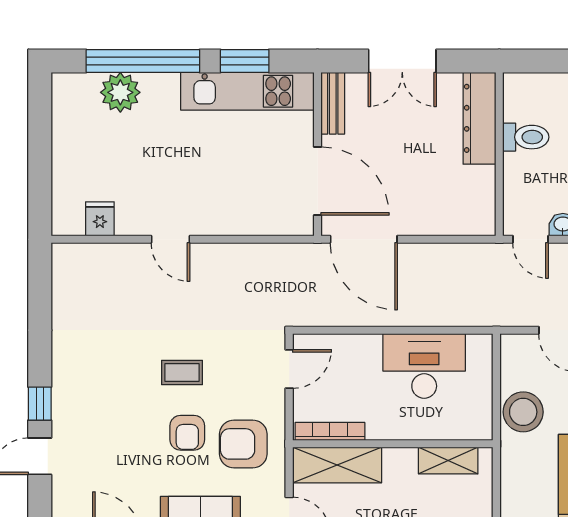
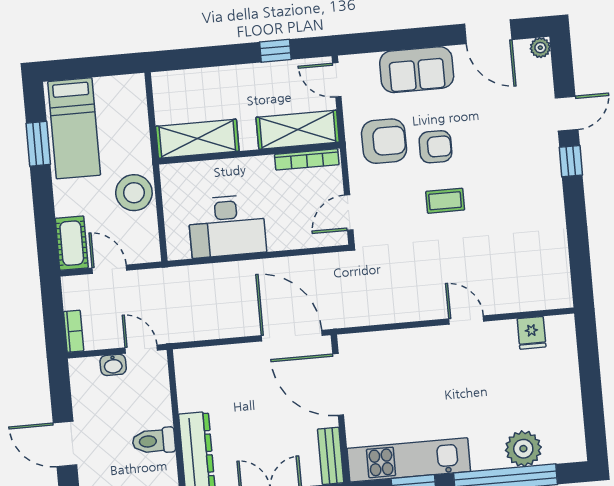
armchair: (187, 433) -> (435, 147), turned 90
shelving: (448, 461) -> (197, 139), width x1.50, depth x1.33

